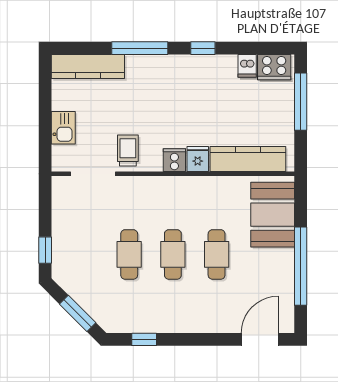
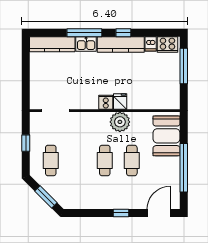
kitchen sink: (63, 128) -> (86, 44), moved, turned 90
trolley: (128, 151) -> (77, 96), removed
kitchen counter: (248, 159) -> (121, 45), moved, turned 180
plant: (197, 192) -> (120, 122), added
window: (45, 250) -> (26, 143), moved
cafe table: (129, 254) -> (51, 160), moved
window: (144, 339) -> (121, 213), moved

